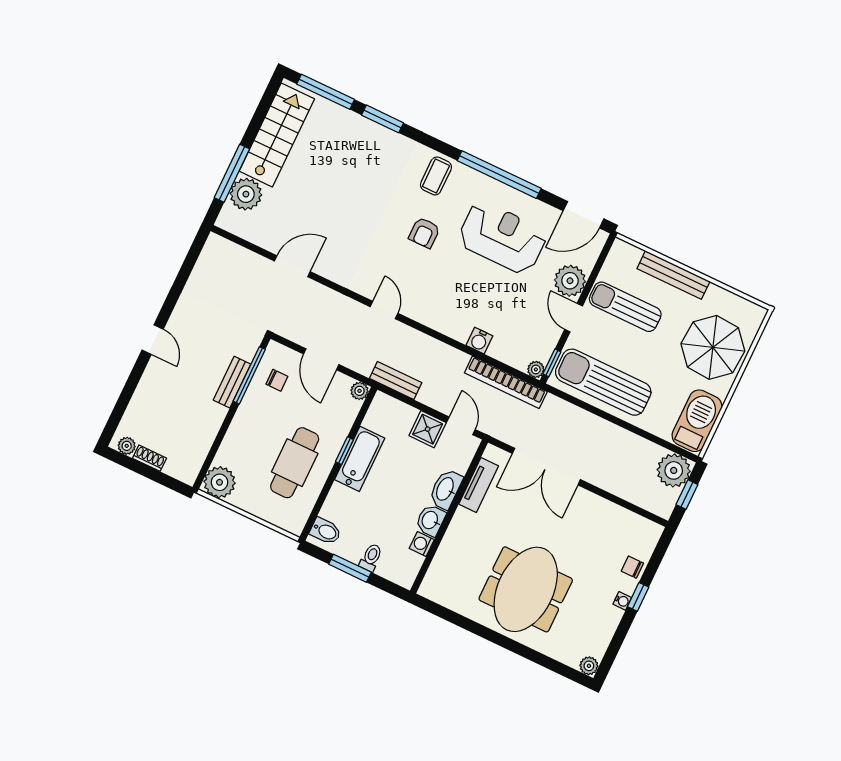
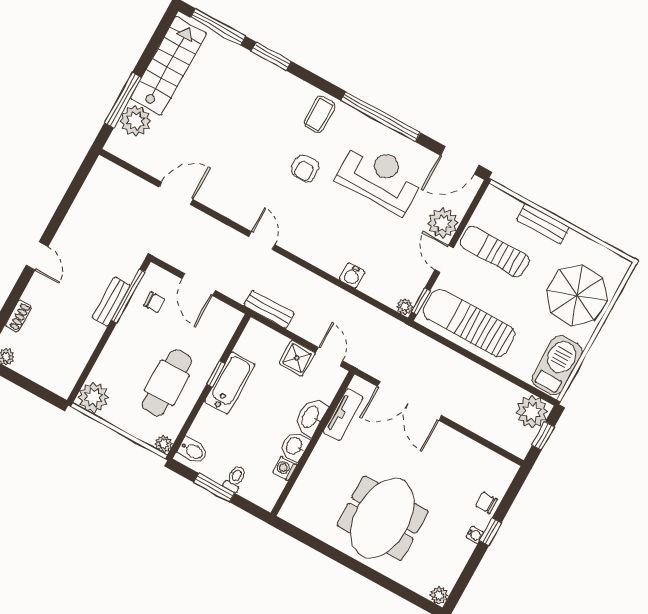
bench: (673, 275) -> (543, 223), width x0.73
bookcase: (506, 382) -> (375, 317), removed
plant: (359, 391) -> (164, 444), moved
shoe rack: (149, 458) -> (18, 316), moved, turned 90

